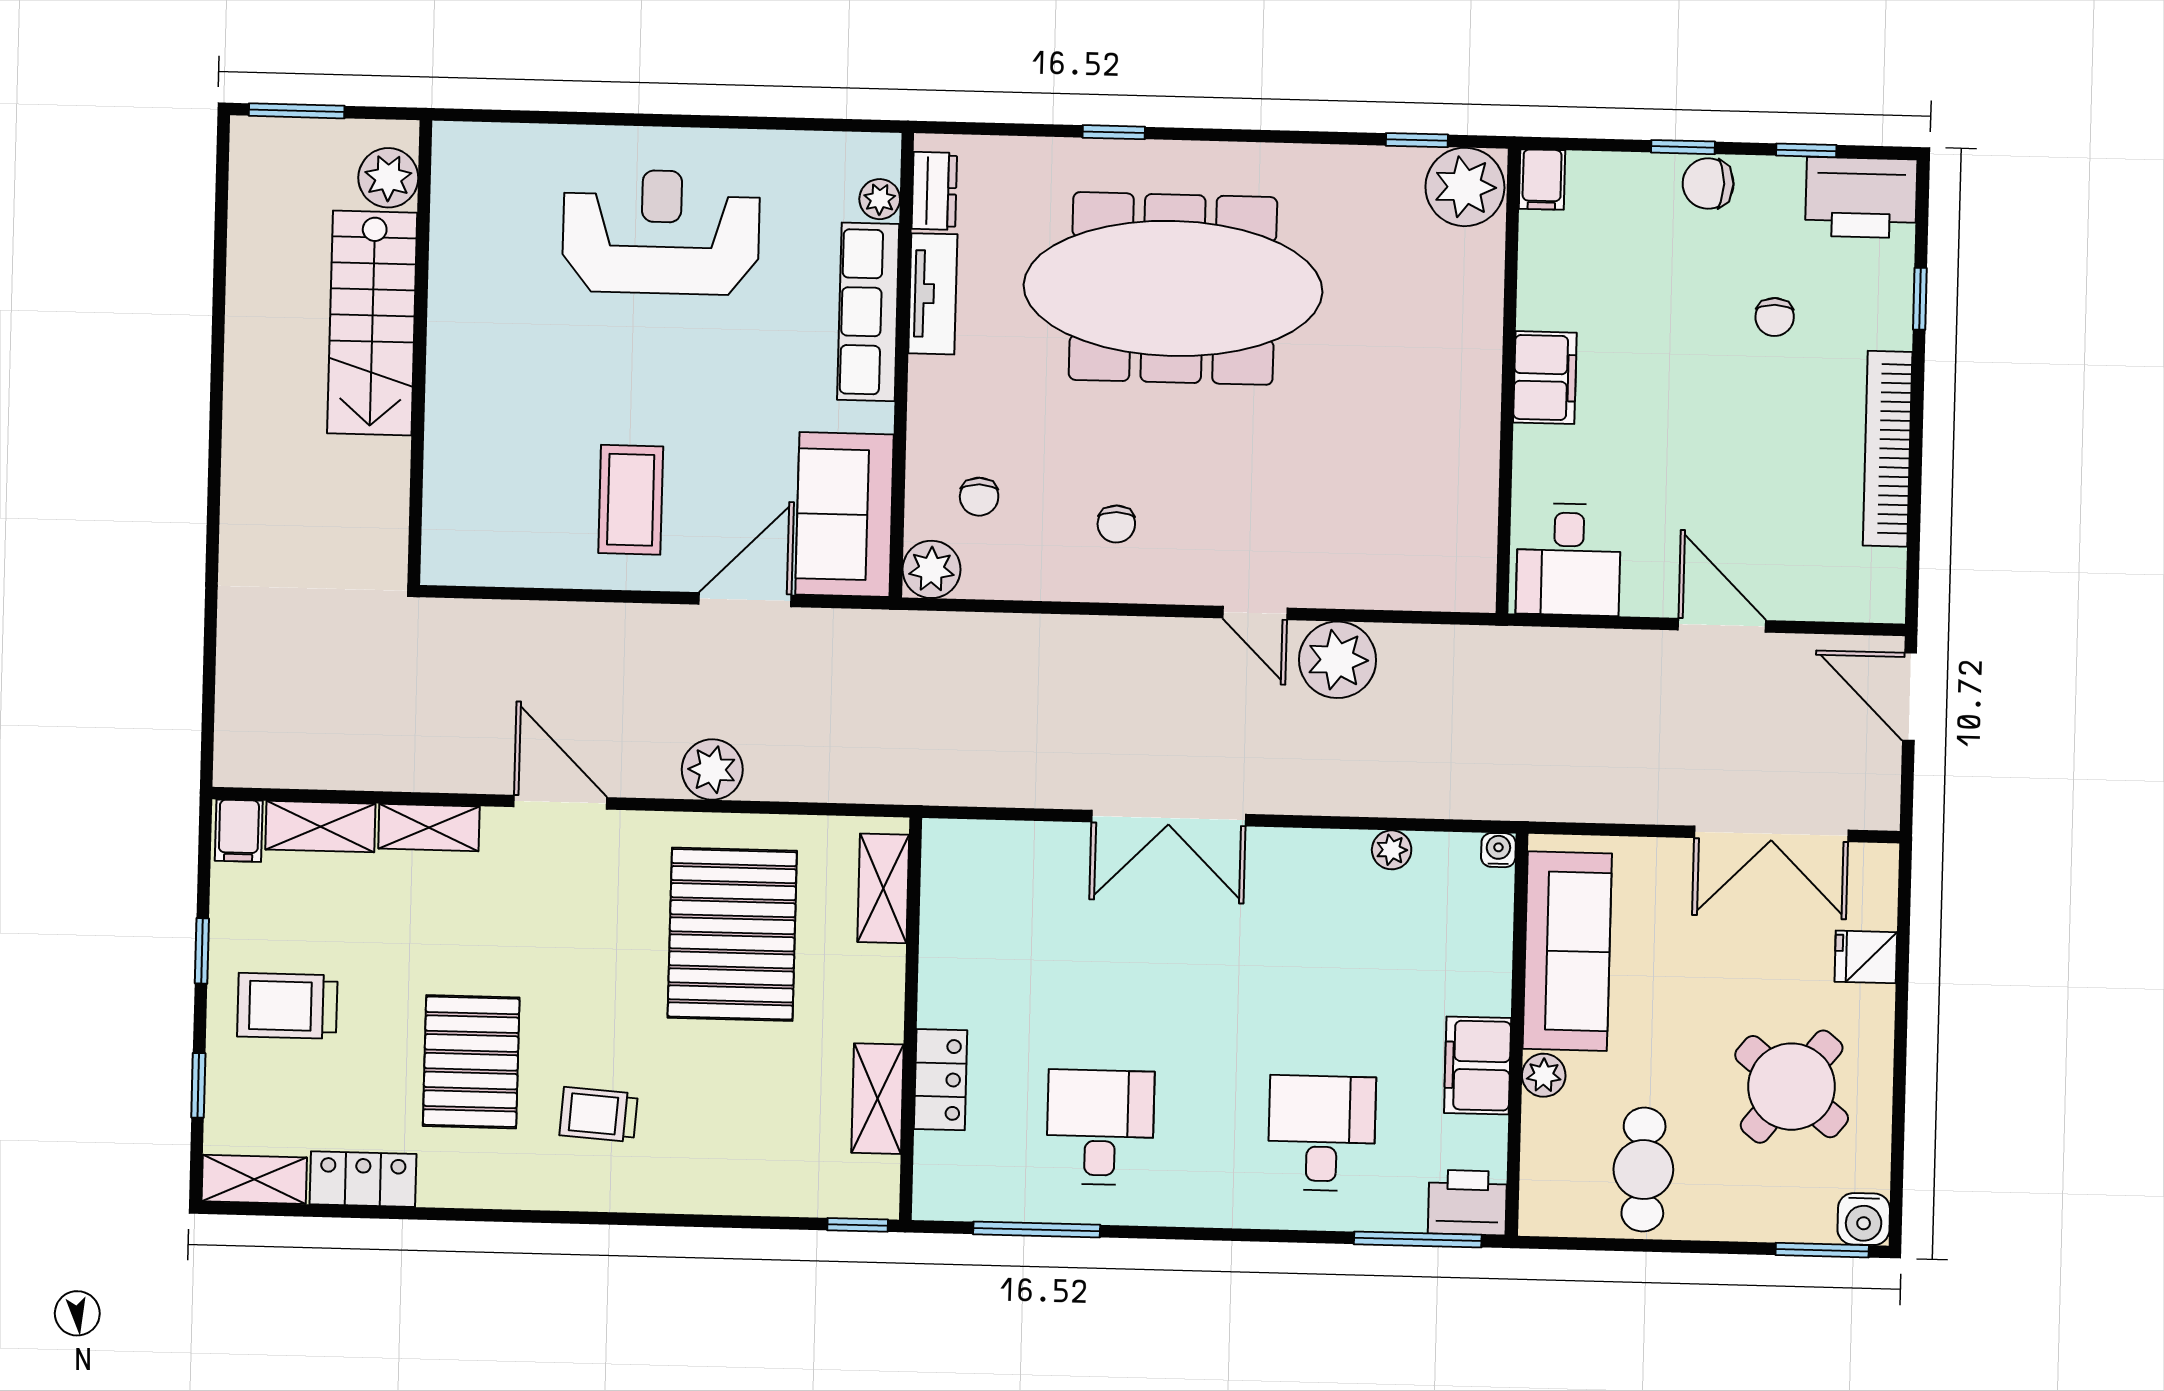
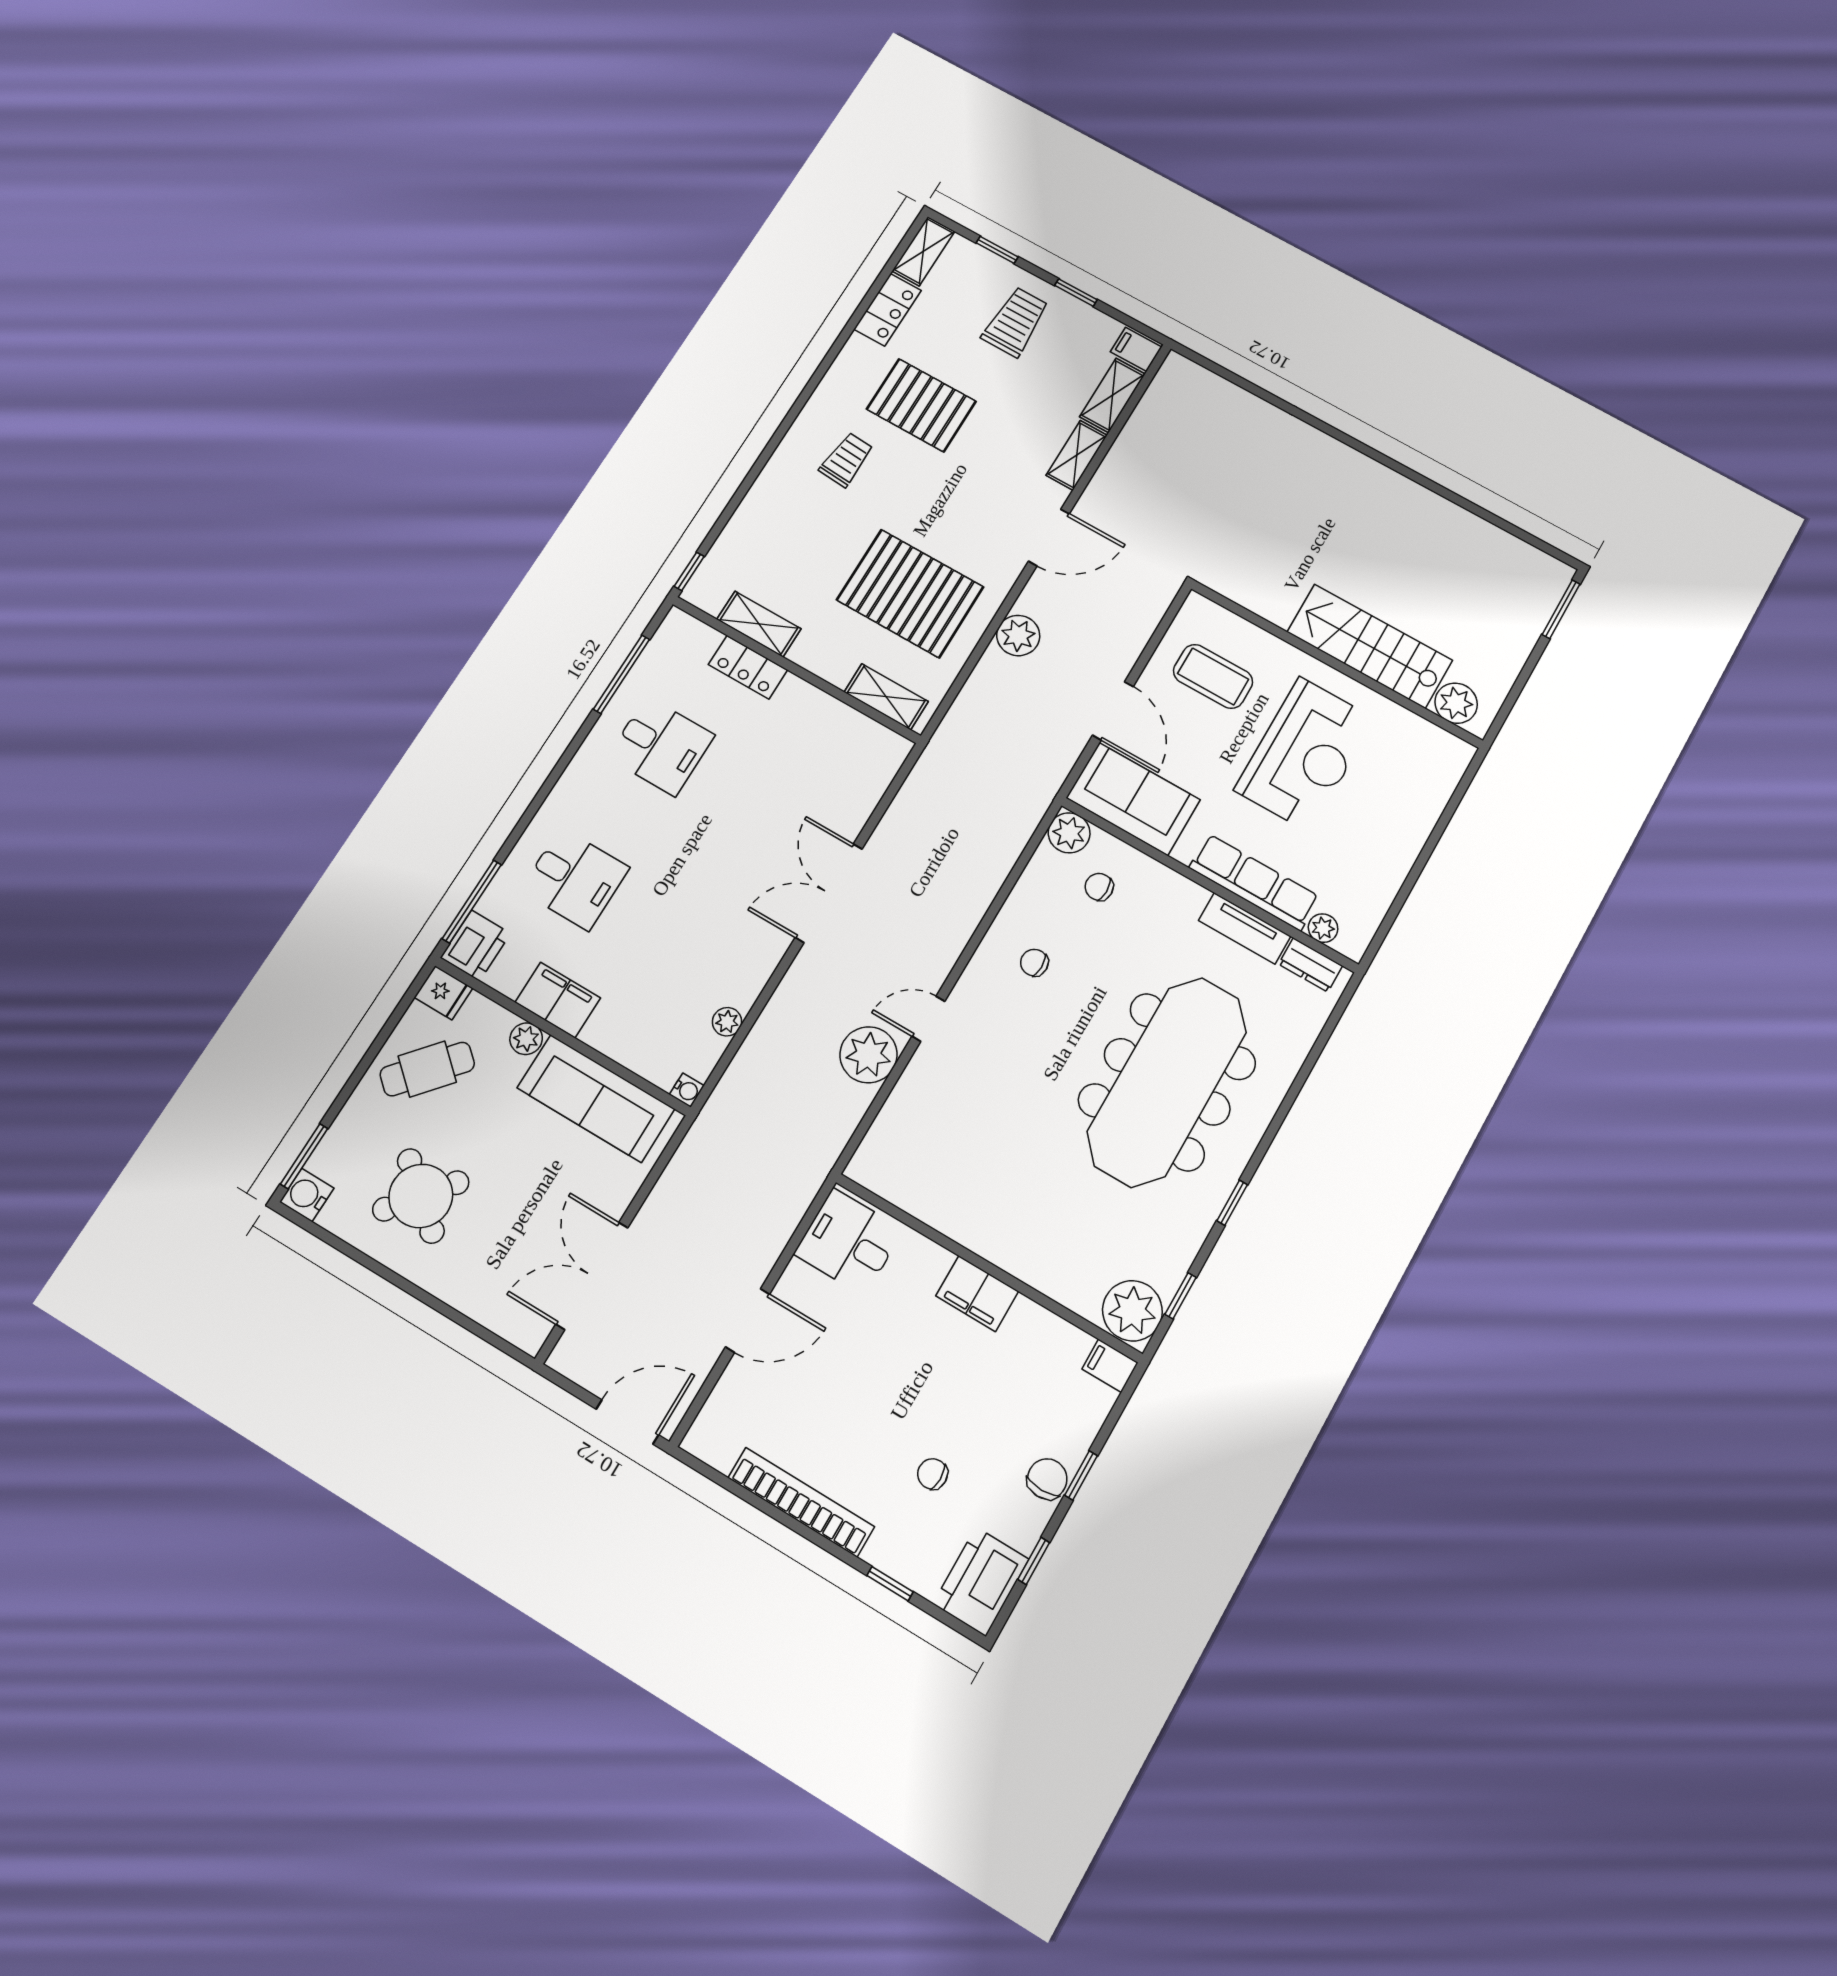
window: (1114, 132) -> (1232, 1203), moved
plant: (388, 178) -> (1456, 703), moved
reception desk: (661, 232) -> (1305, 754), moved
stairs: (372, 323) -> (1370, 646), moved
wall: (420, 353) -> (1336, 664), moved
fridge: (1866, 957) -> (443, 993), moved, turned 90
cafe table: (1643, 1170) -> (427, 1069), turned -49

